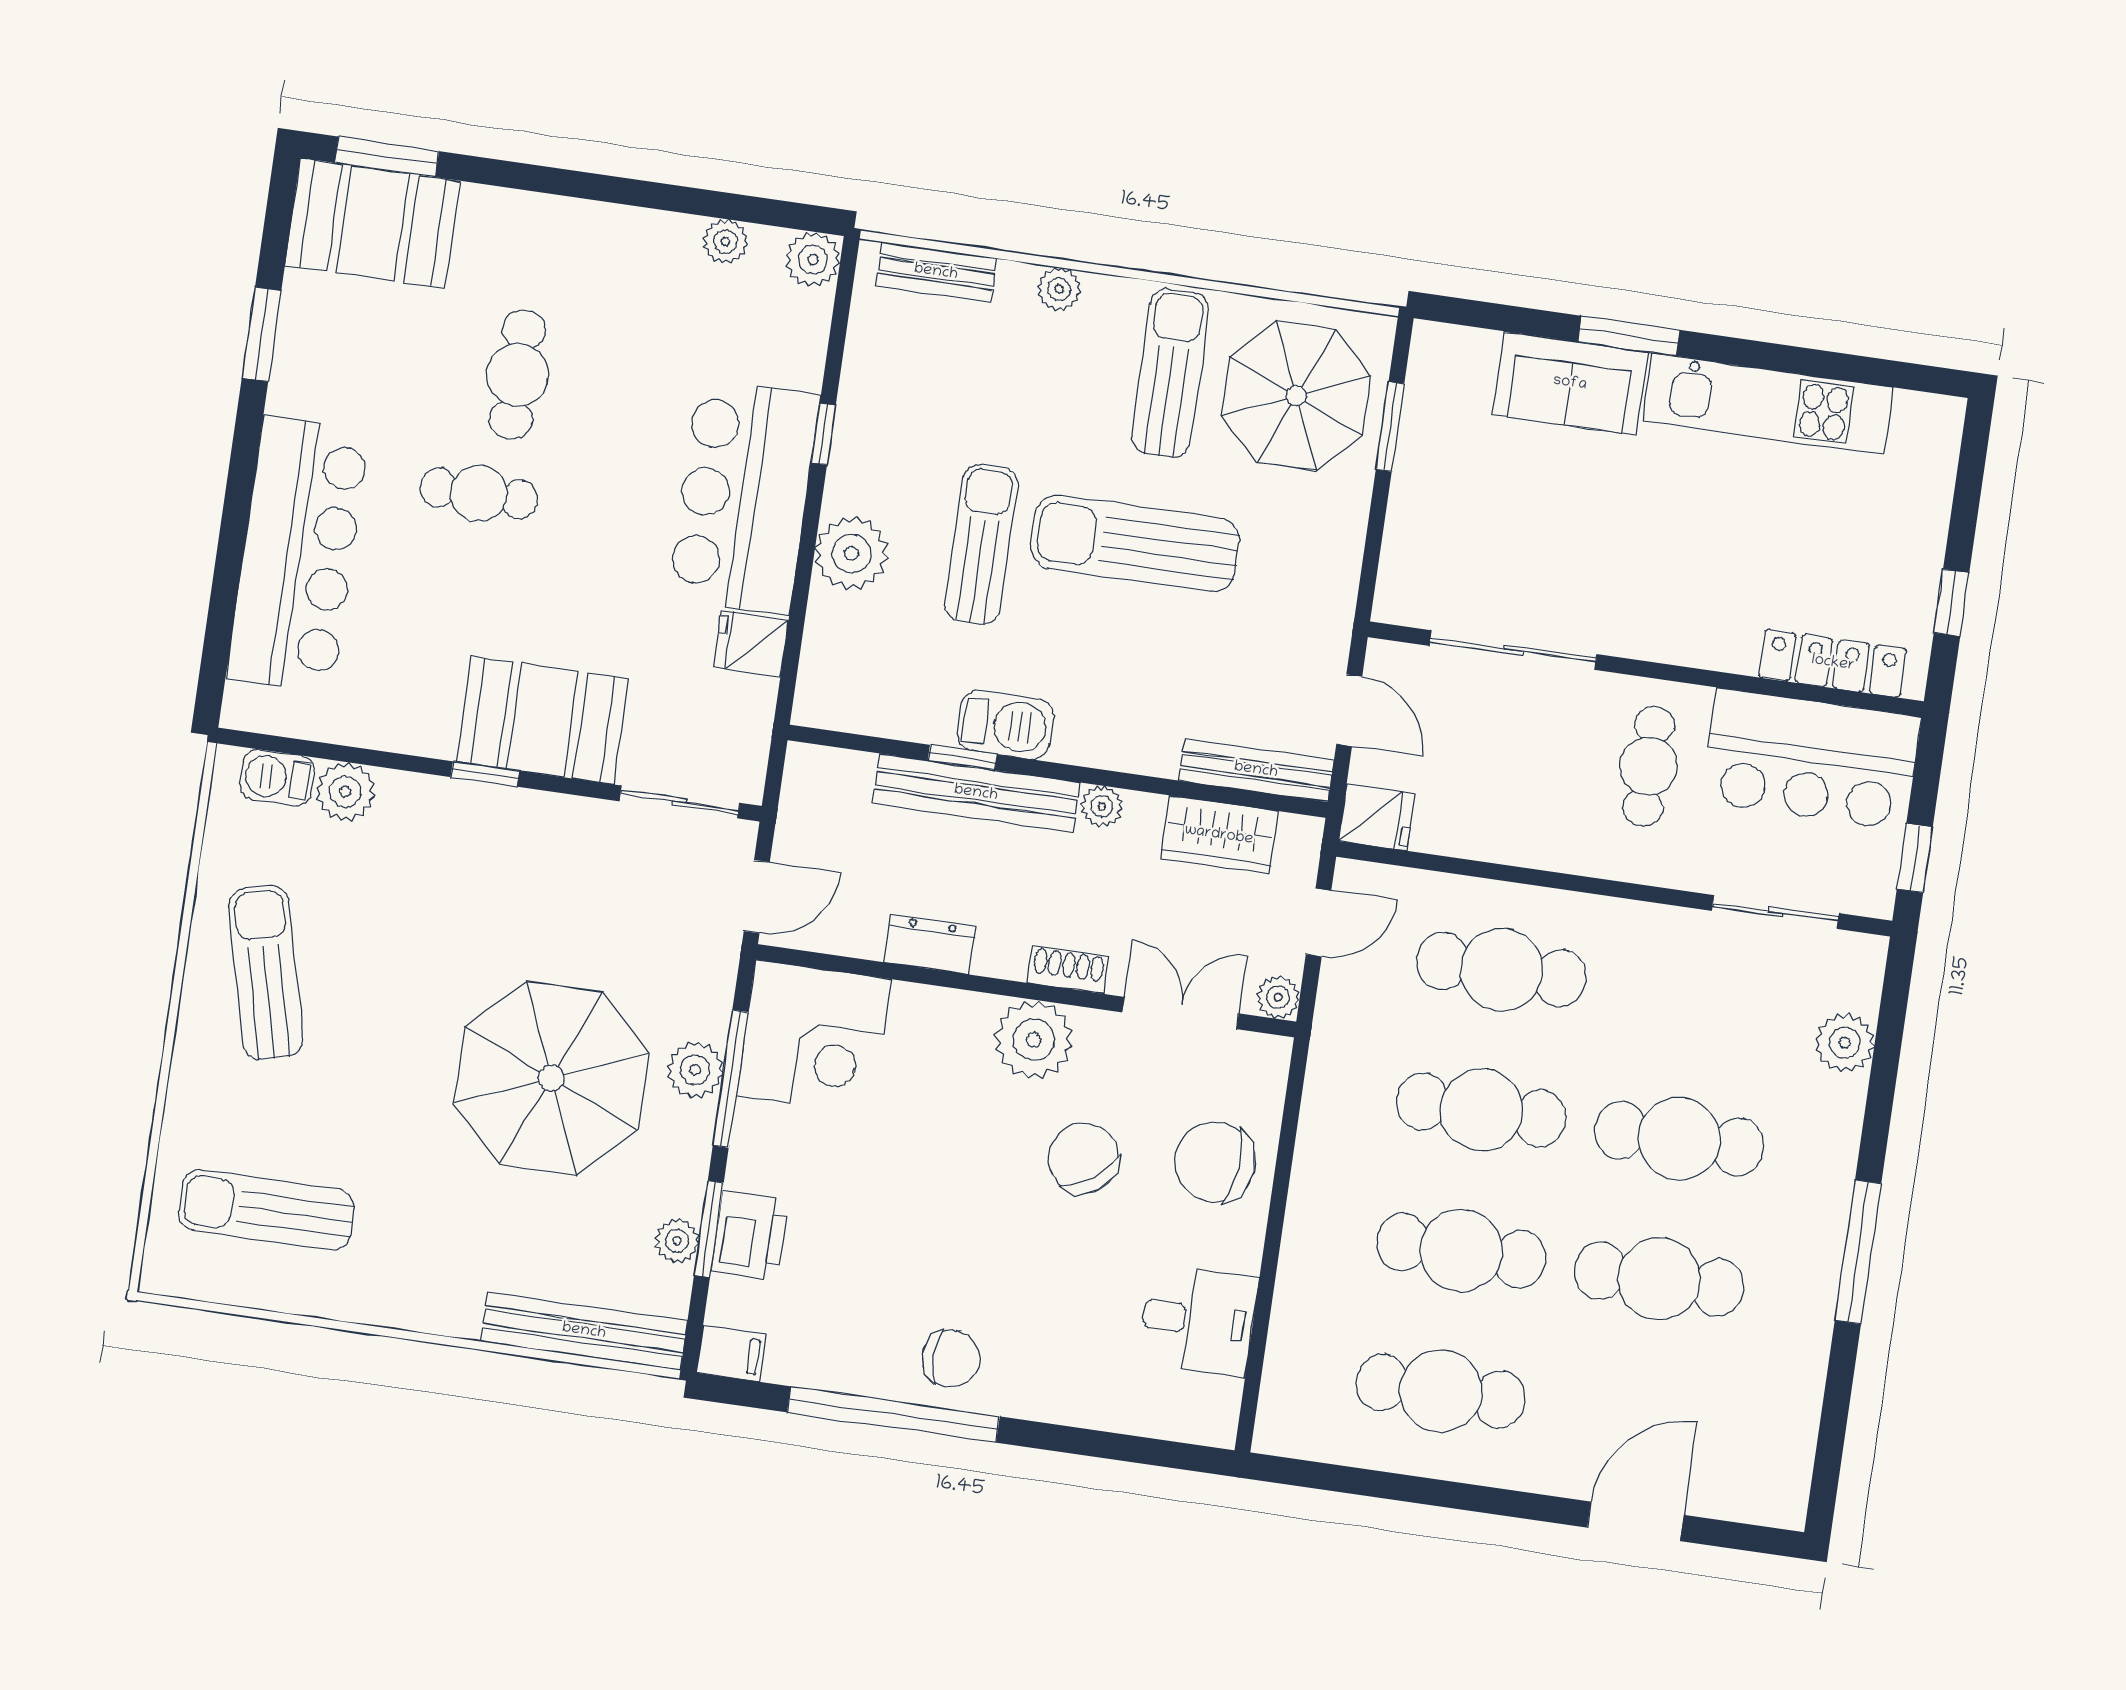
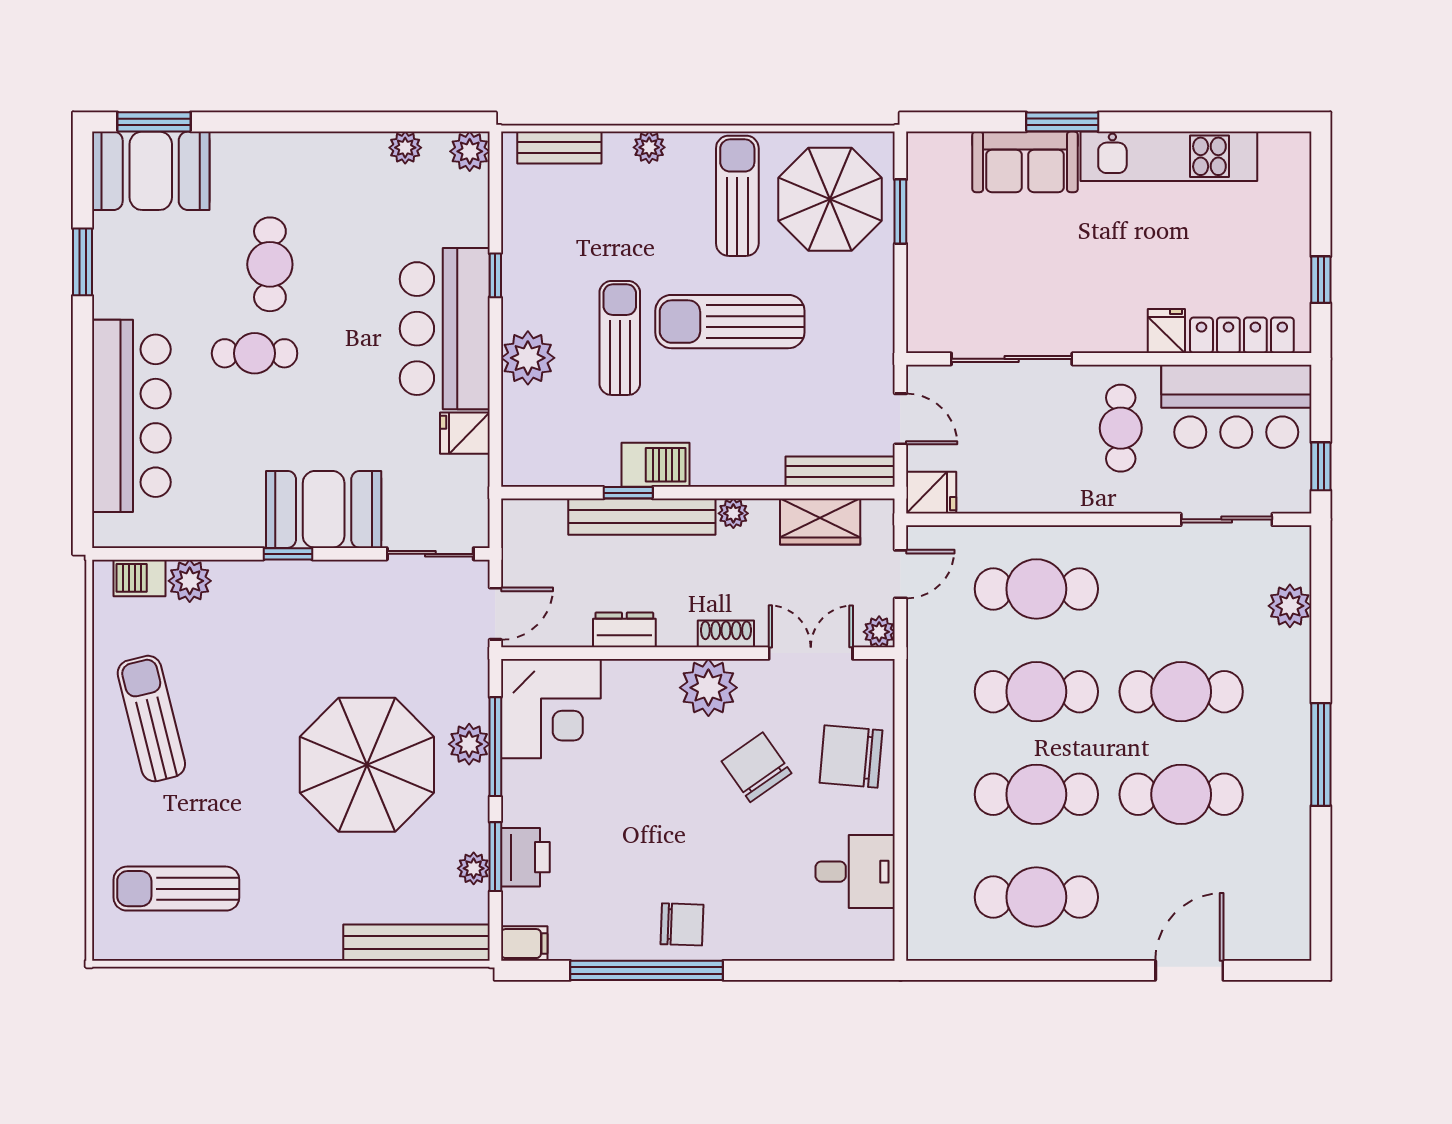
fridge: (1730, 642) -> (1166, 331), added

